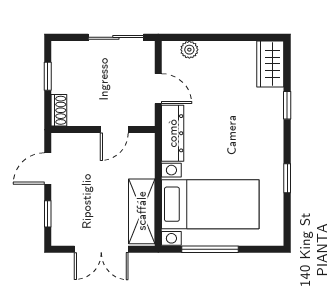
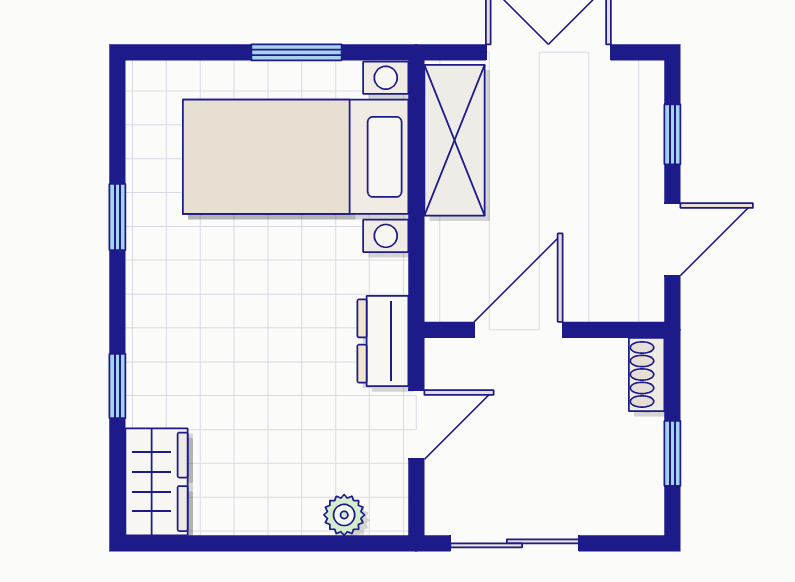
door: (158, 89) -> (416, 425), swing flipped
door: (114, 130) -> (518, 330), width x1.38
dresser: (173, 133) -> (383, 341), width x0.70
window: (210, 249) -> (296, 52), width x0.69

